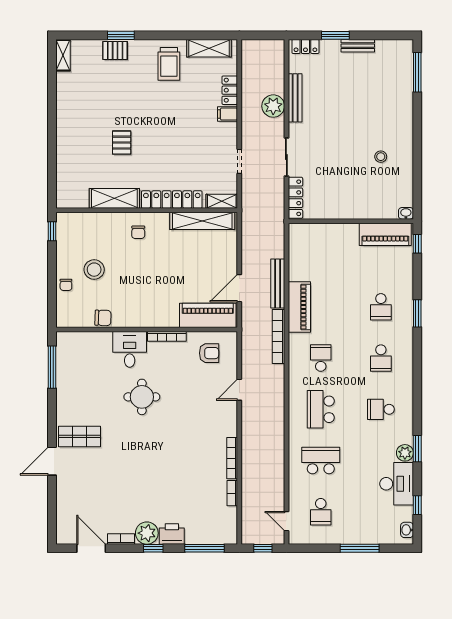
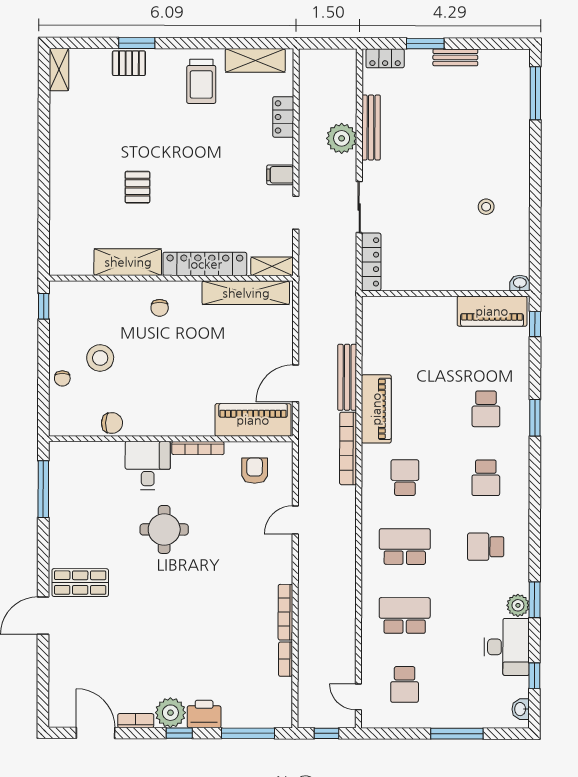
filing cabinet: (228, 114) -> (280, 175), moved
armchair: (209, 353) -> (255, 471), turned -90
school desk: (321, 409) -> (405, 547), turned 90

